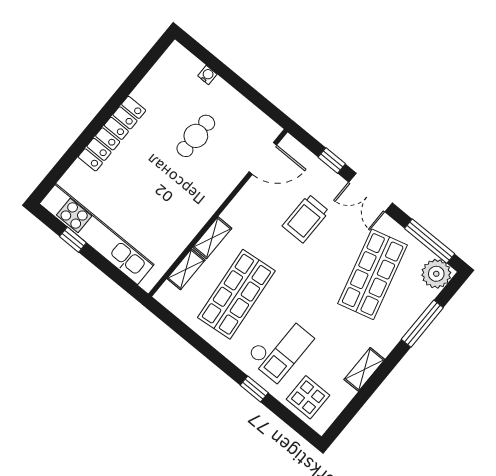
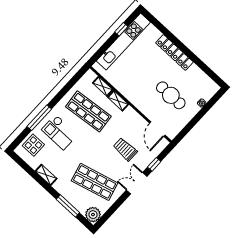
cafe table: (196, 136) -> (171, 95), width x1.37, depth x1.35
window: (430, 241) -> (110, 212), removed
window: (254, 389) -> (39, 118), width x2.17

